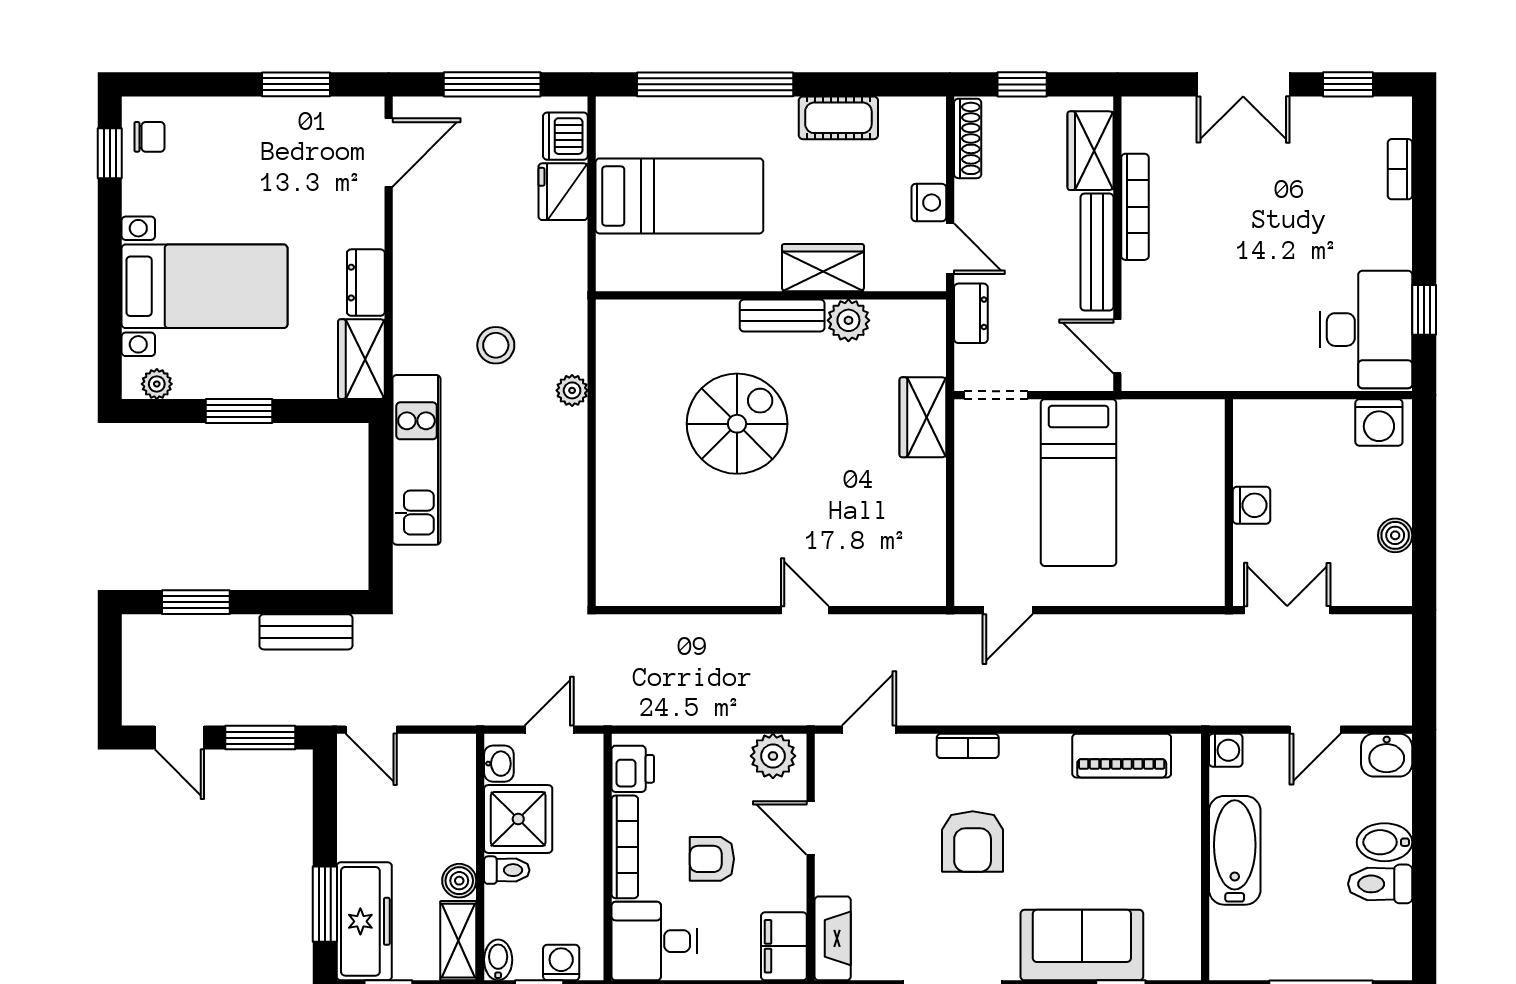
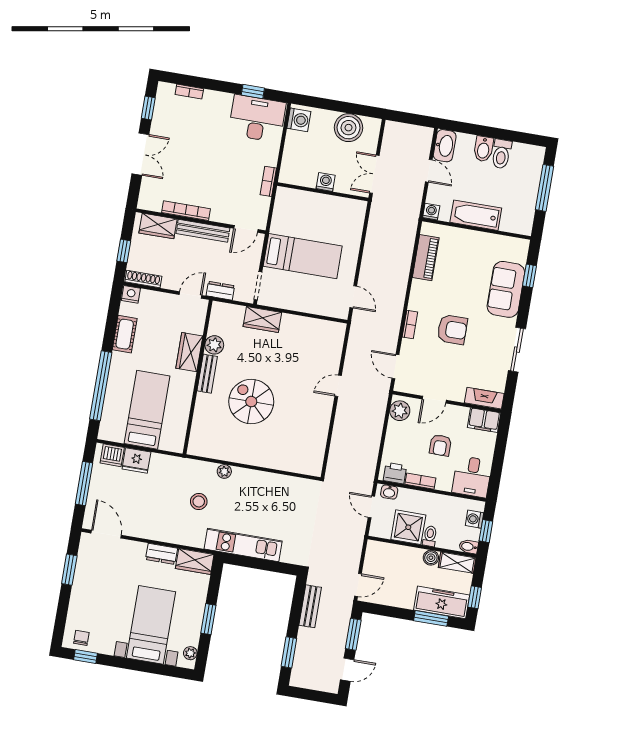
nightstand: (929, 203) -> (131, 294), moved
bookcase: (1231, 378) -> (268, 181), added
boiler: (1395, 535) -> (348, 128), width x1.86, depth x1.86
washbasin: (1387, 755) -> (445, 146), width x1.38
washbasin: (499, 764) -> (389, 492), moved, turned 180
bookcase: (625, 847) -> (420, 481), width x0.64

